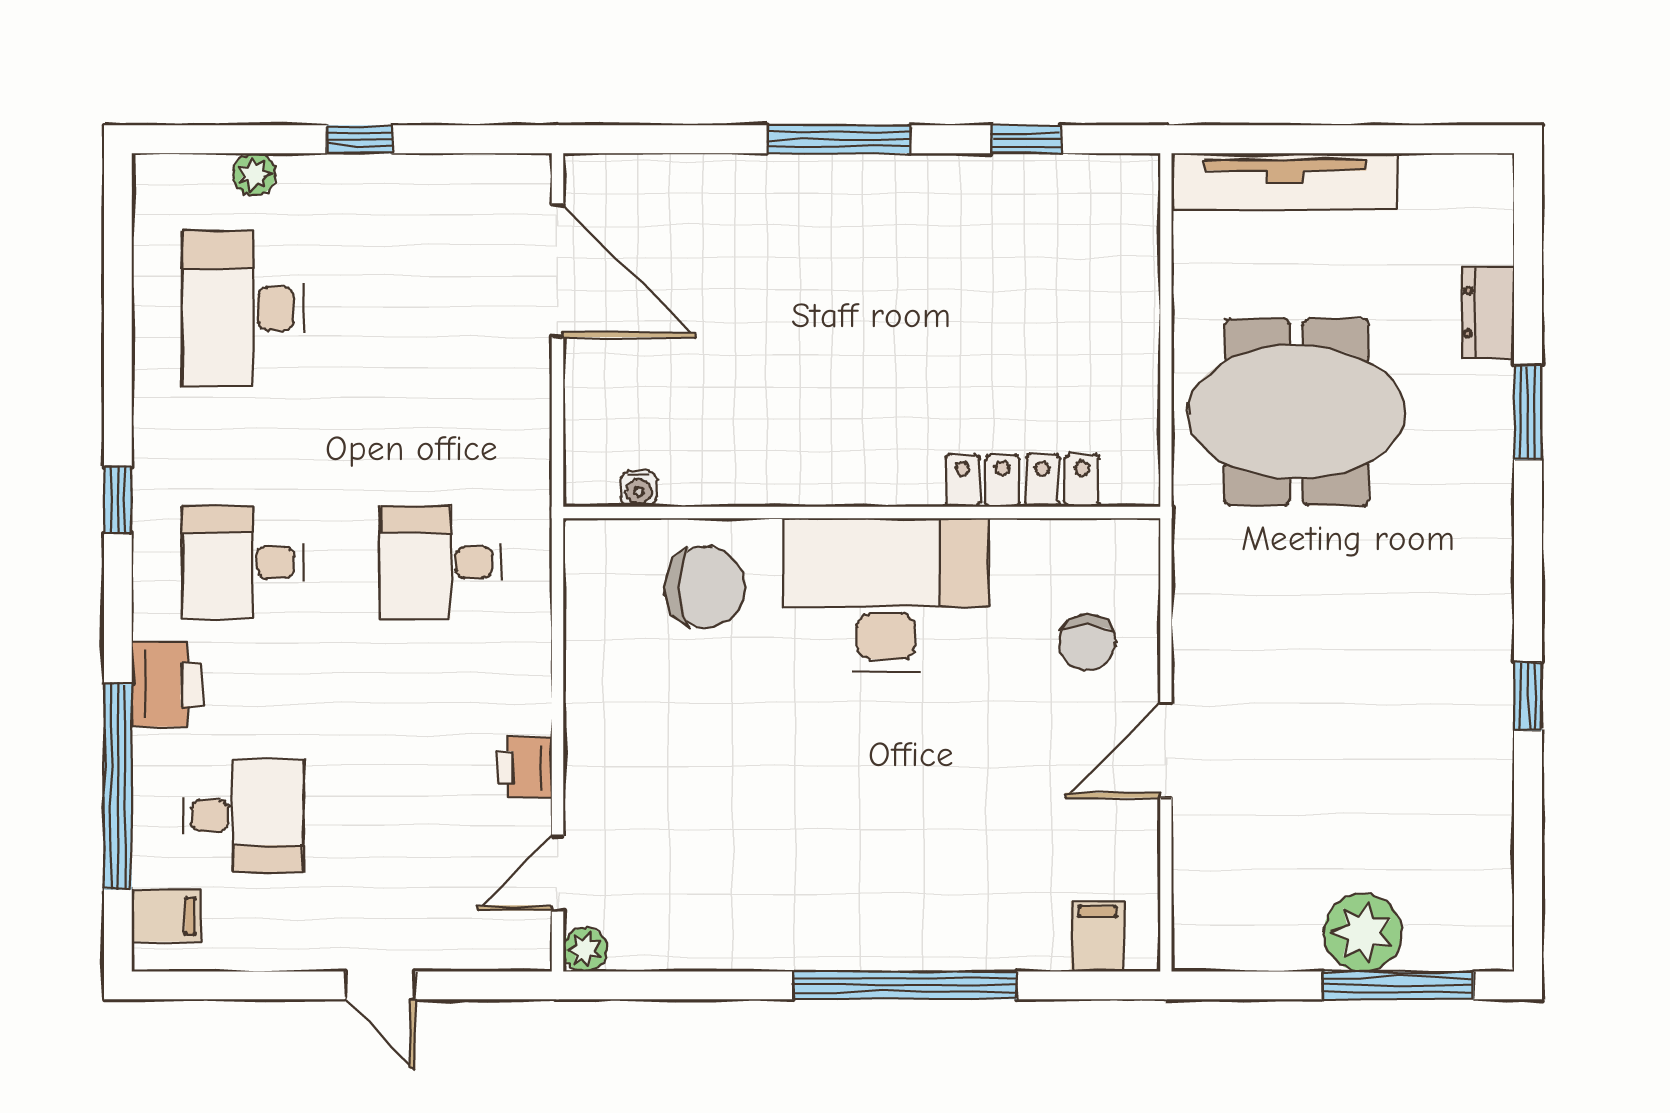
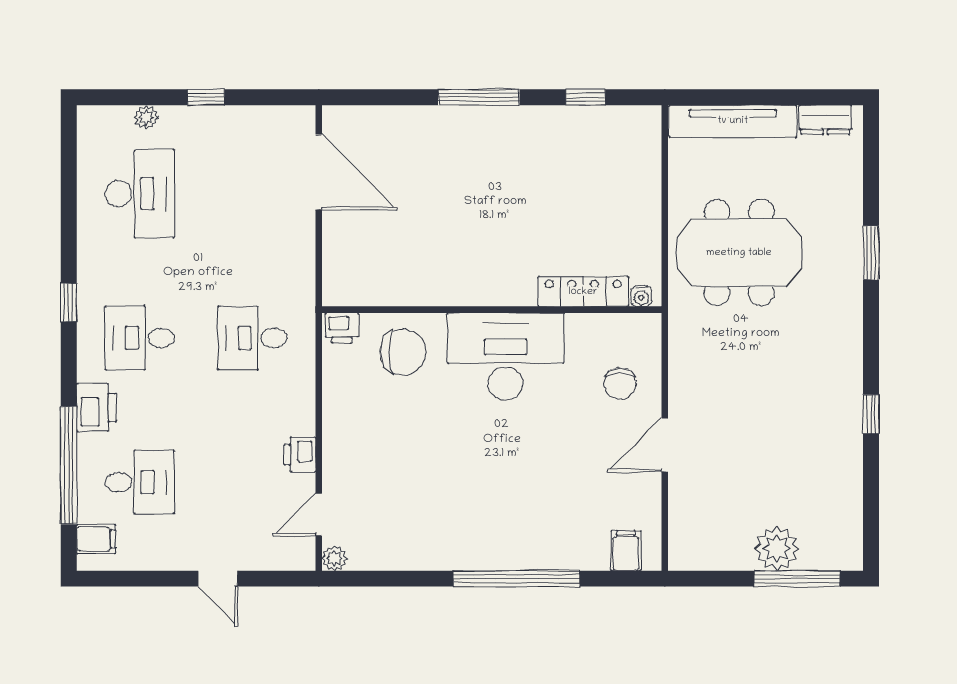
desk: (243, 309) -> (140, 194), turned 180
dresser: (1488, 312) -> (825, 120), moved, turned -90
water cooler: (639, 489) -> (641, 296), moved
printer: (598, 545) -> (342, 328), added

